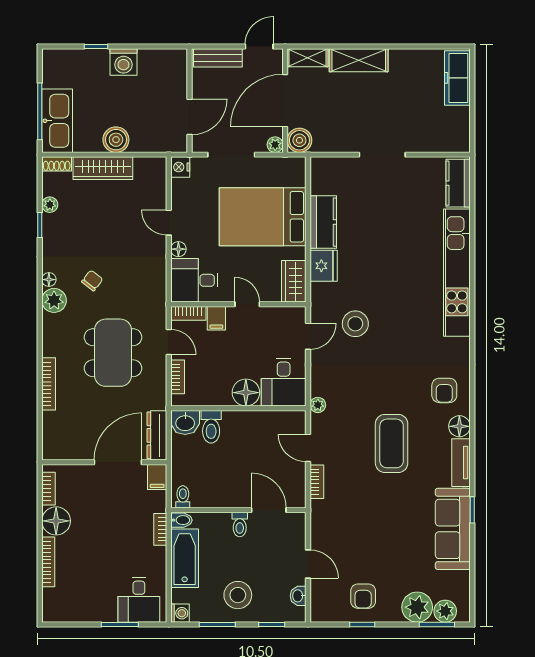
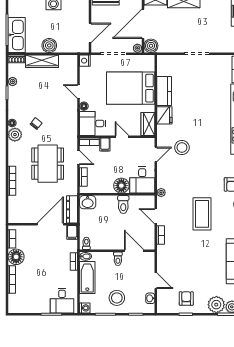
toilet: (211, 427) -> (123, 205), moved
armchair: (363, 596) -> (186, 299), turned 180

